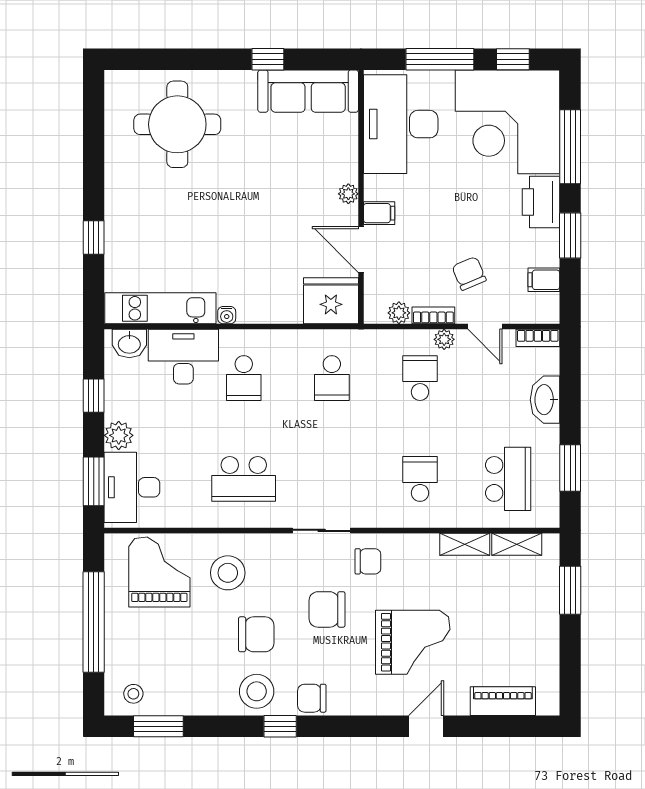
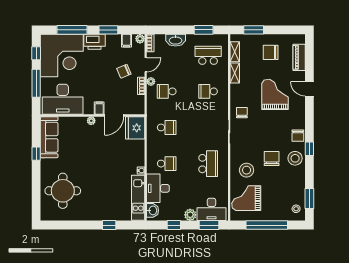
plant: (399, 313) -> (140, 39), moved
chair: (327, 609) -> (271, 52), moved, turned 90

